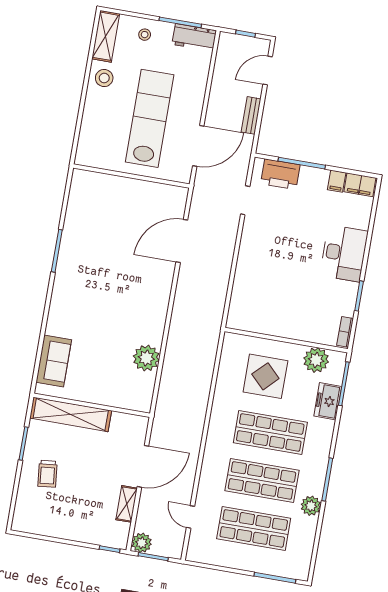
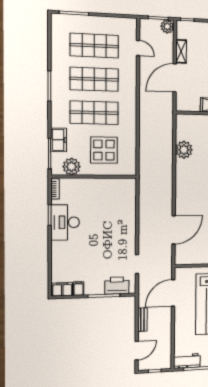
desk: (344, 253) -> (65, 222), moved
plant: (311, 506) -> (58, 66), removed

